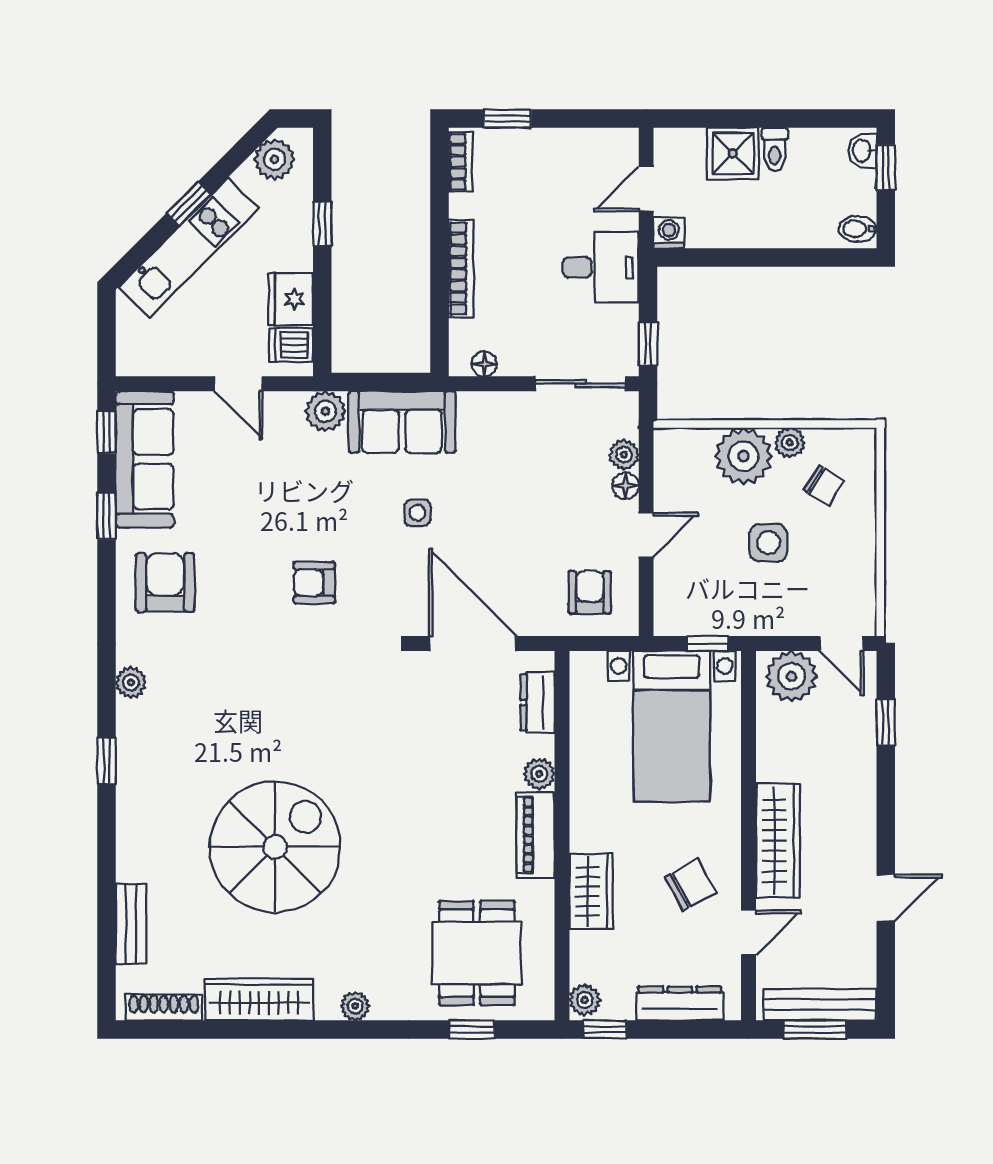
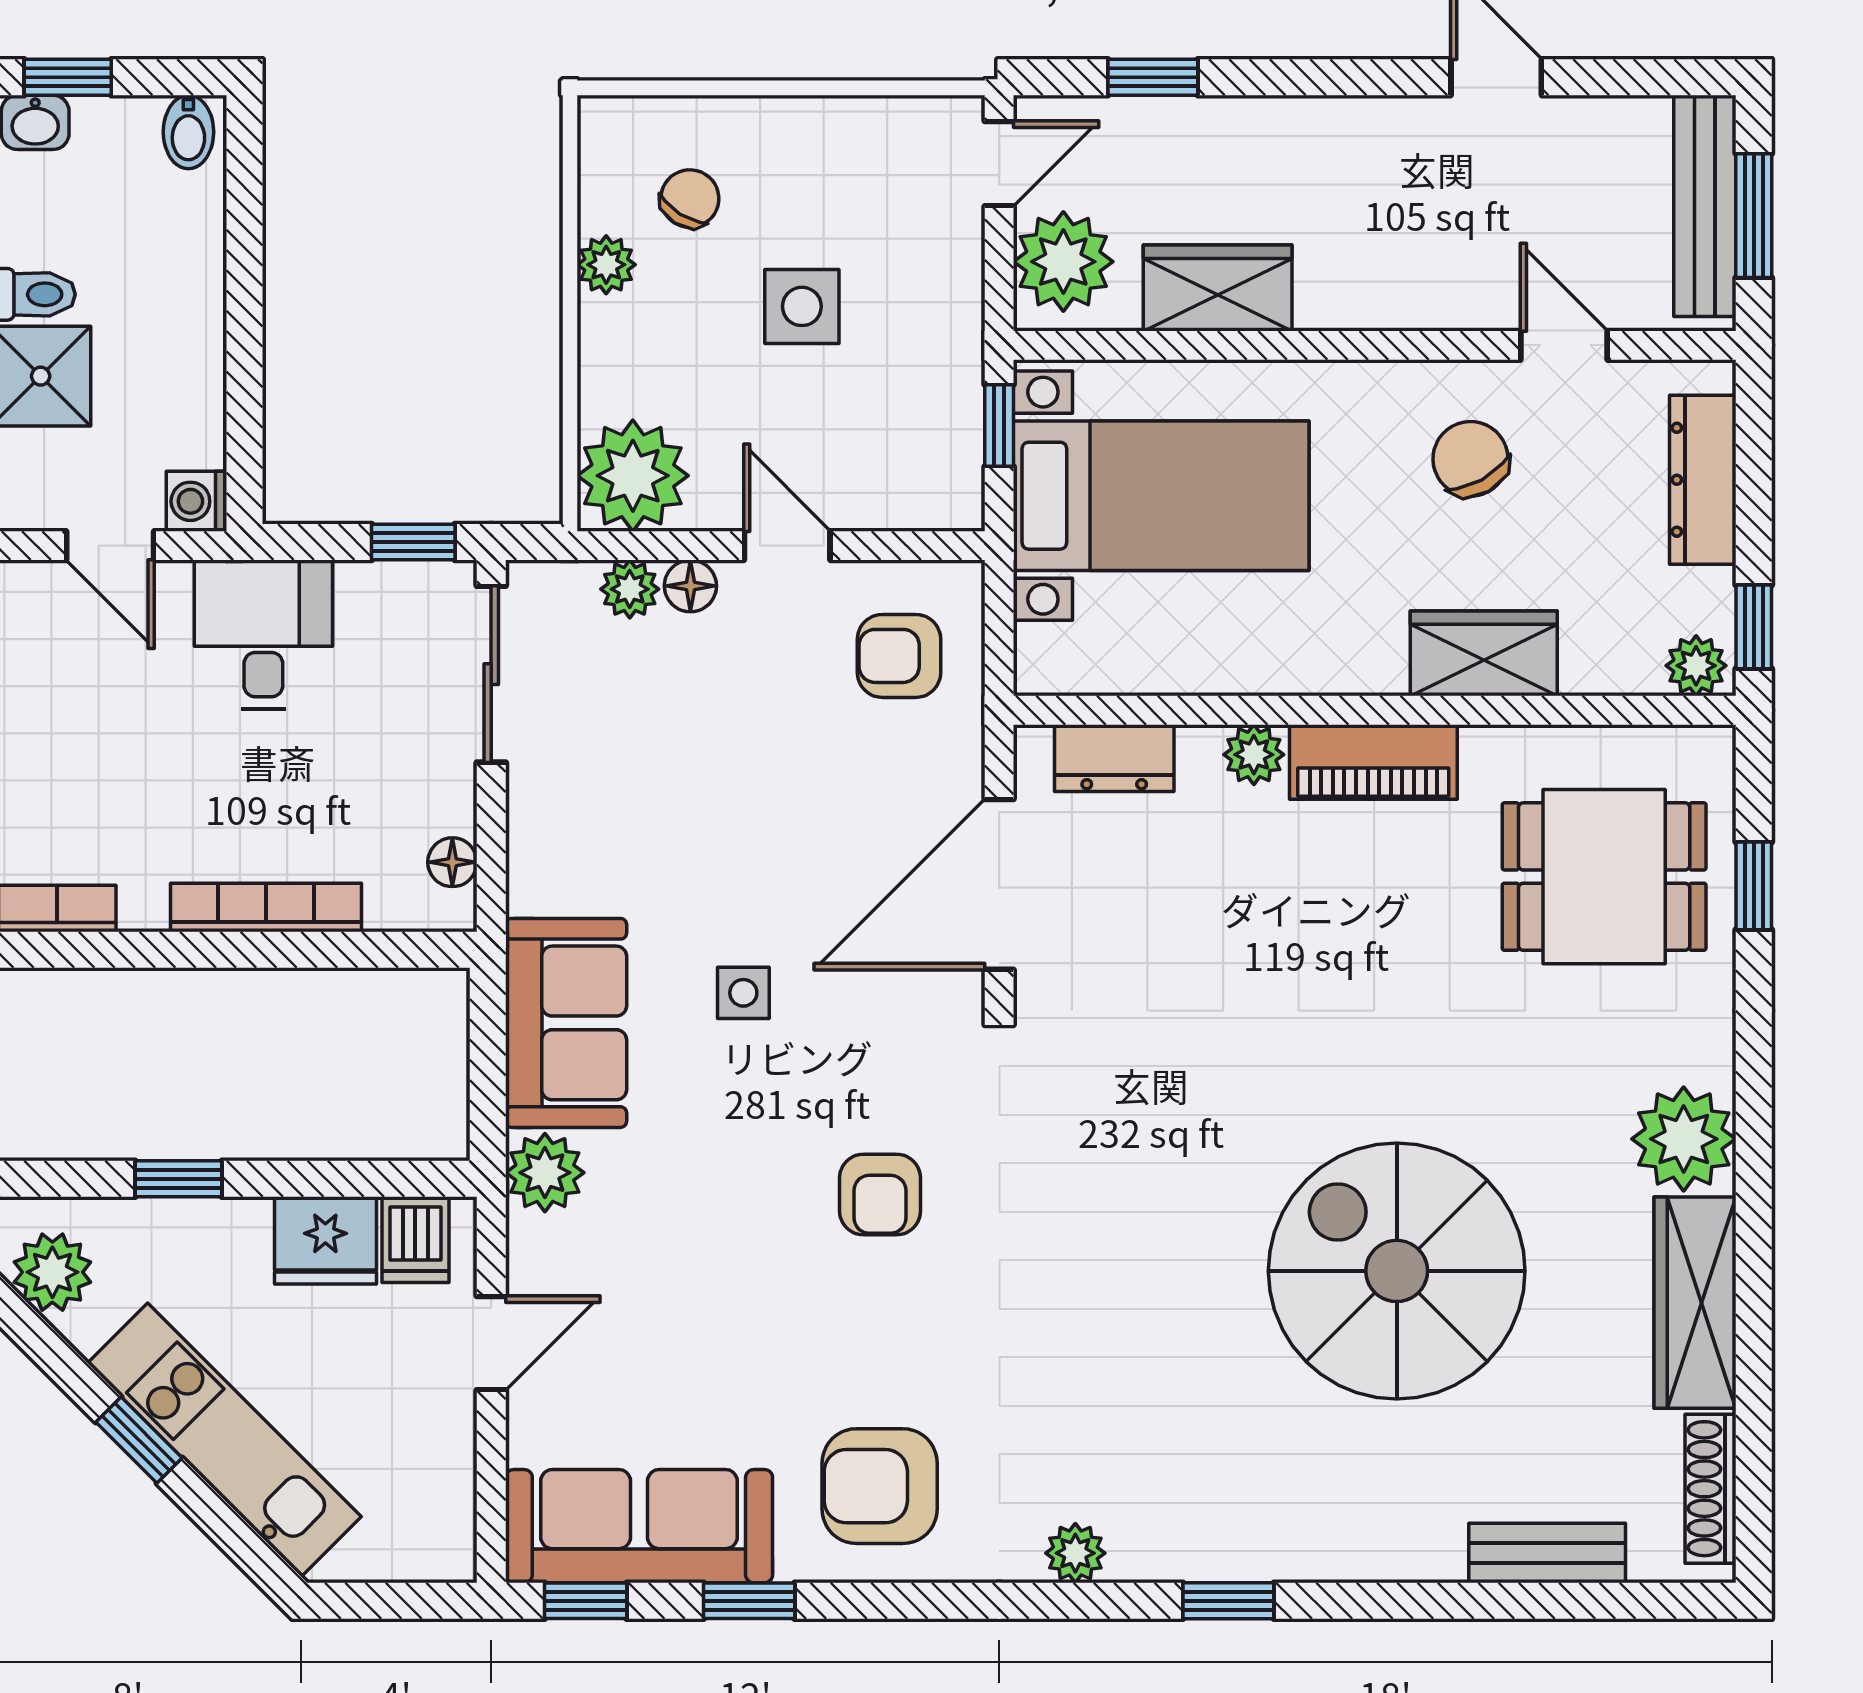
plant: (743, 456) -> (633, 476), moved
wardrobe: (778, 841) -> (1218, 288), moved, width x0.67
plant: (355, 1006) -> (1684, 1139), width x1.87, depth x1.87

